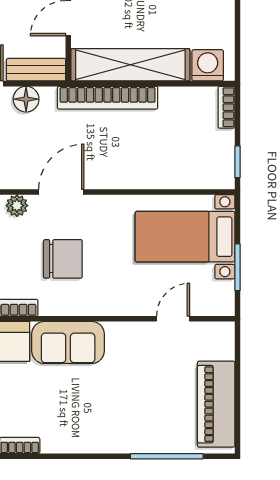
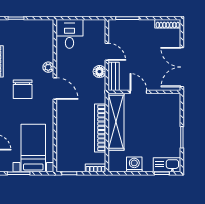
washing machine: (208, 65) -> (134, 164), moved, turned -90
bookcase: (108, 98) -> (100, 128), moved

